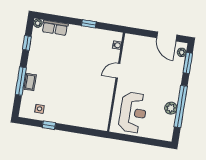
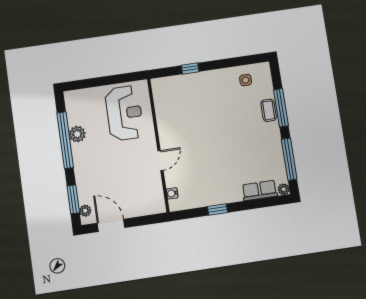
window: (27, 43) -> (289, 159), width x2.17
reception desk: (133, 112) -> (124, 113), turned 180
window: (49, 125) -> (190, 68), moved

